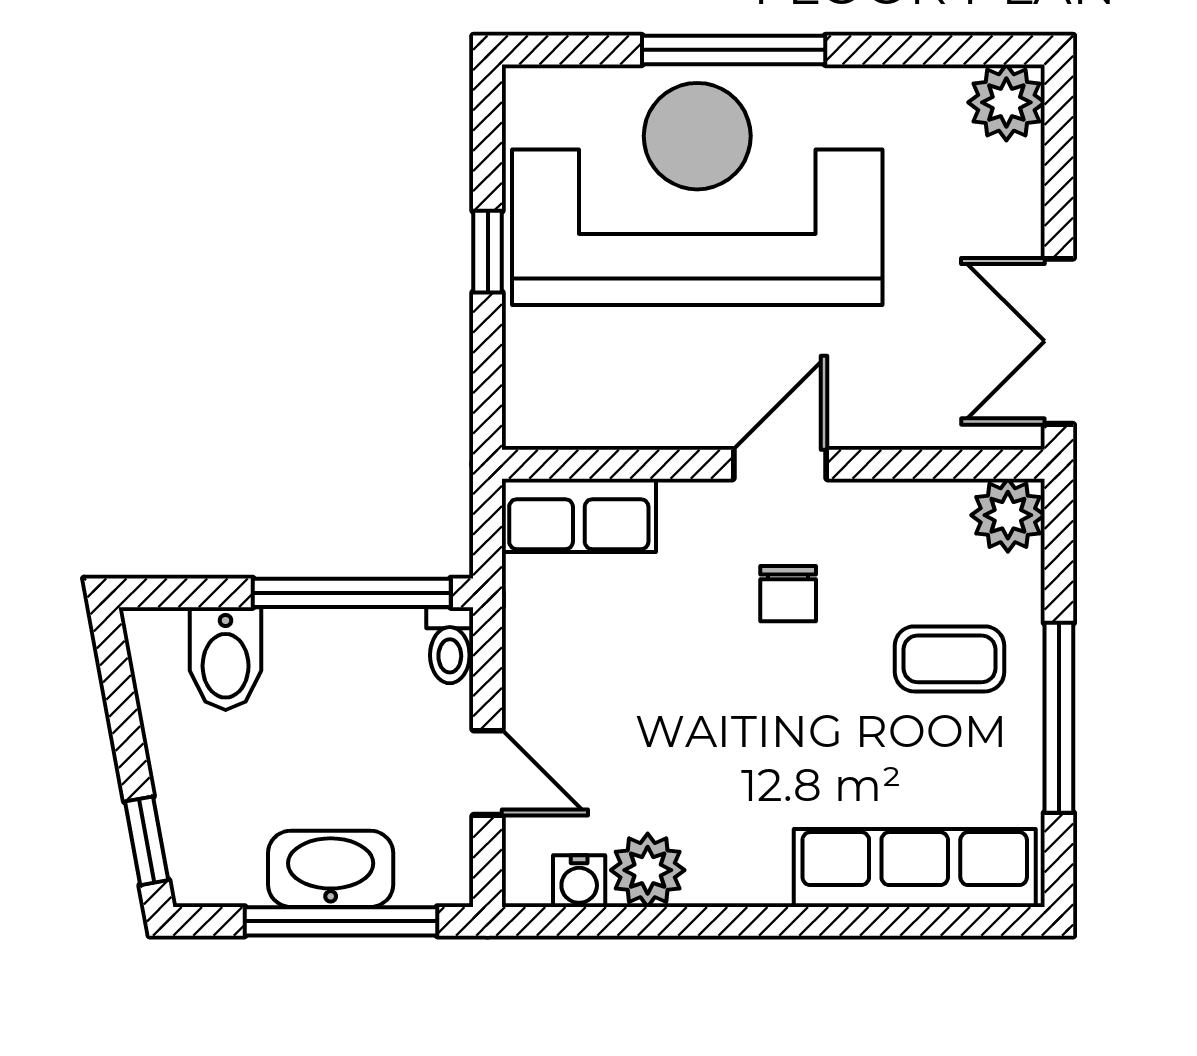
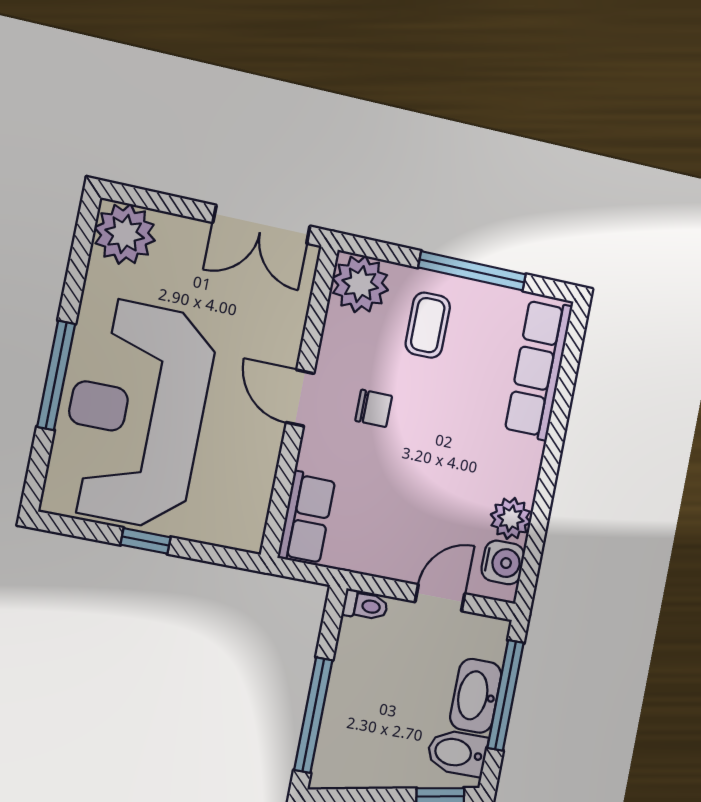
plant: (1006, 102) -> (125, 234), width x1.36, depth x1.36
plant: (1008, 515) -> (360, 284), width x1.36, depth x1.36
window: (352, 593) -> (313, 715), moved
bidet: (226, 659) -> (457, 753), moved, turned 180
water cooler: (579, 881) -> (503, 562), width x1.38, depth x1.38

